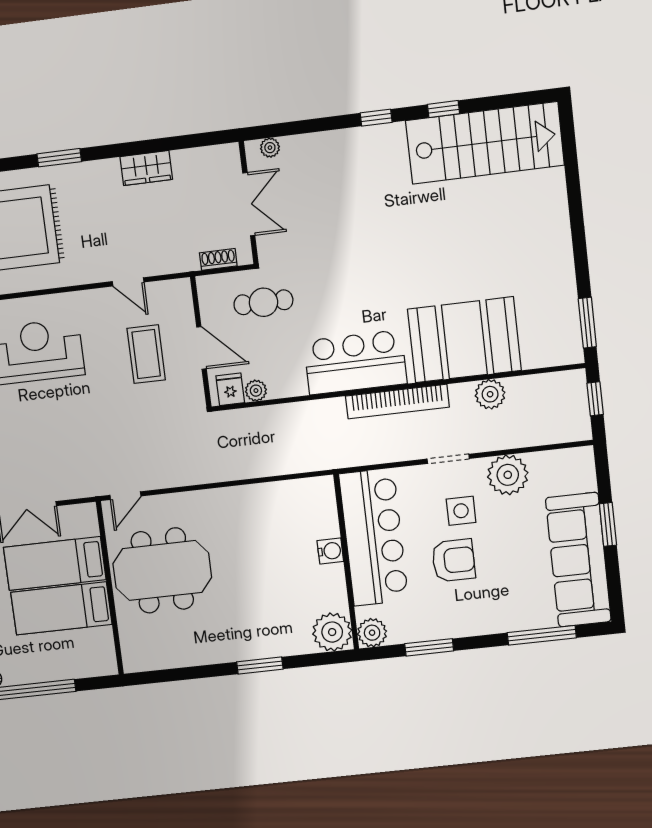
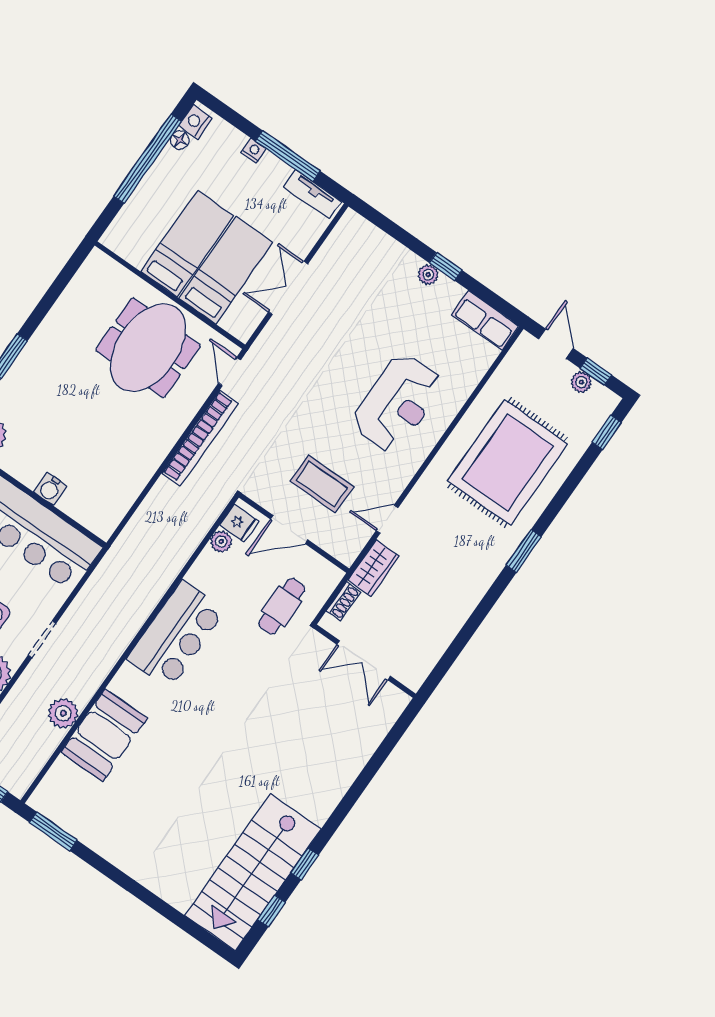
window: (376, 118) -> (272, 911), moved
plant: (270, 148) -> (391, 713), removed
wardrobe: (146, 168) -> (374, 568), moved, turned 180
booth: (464, 340) -> (104, 735), width x0.73, depth x0.70
bookcase: (397, 402) -> (200, 438), moved, turned 180

